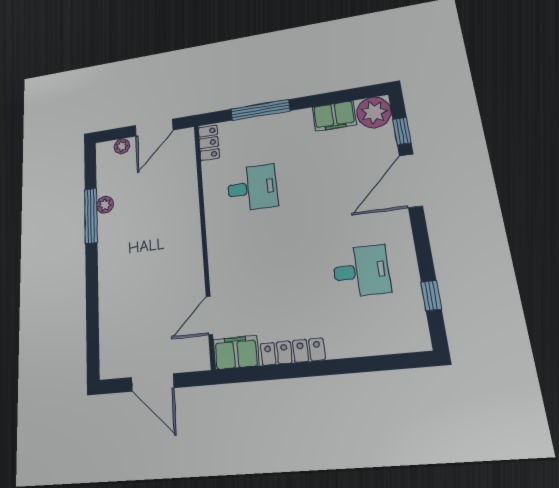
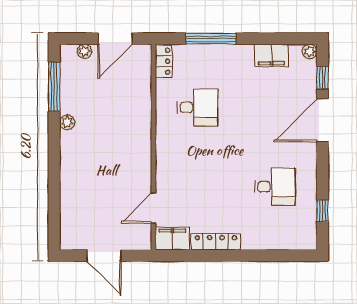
plant: (374, 112) -> (310, 51), width x0.53, depth x0.53
plant: (105, 205) -> (67, 122), moved
window: (91, 216) -> (54, 87), moved

